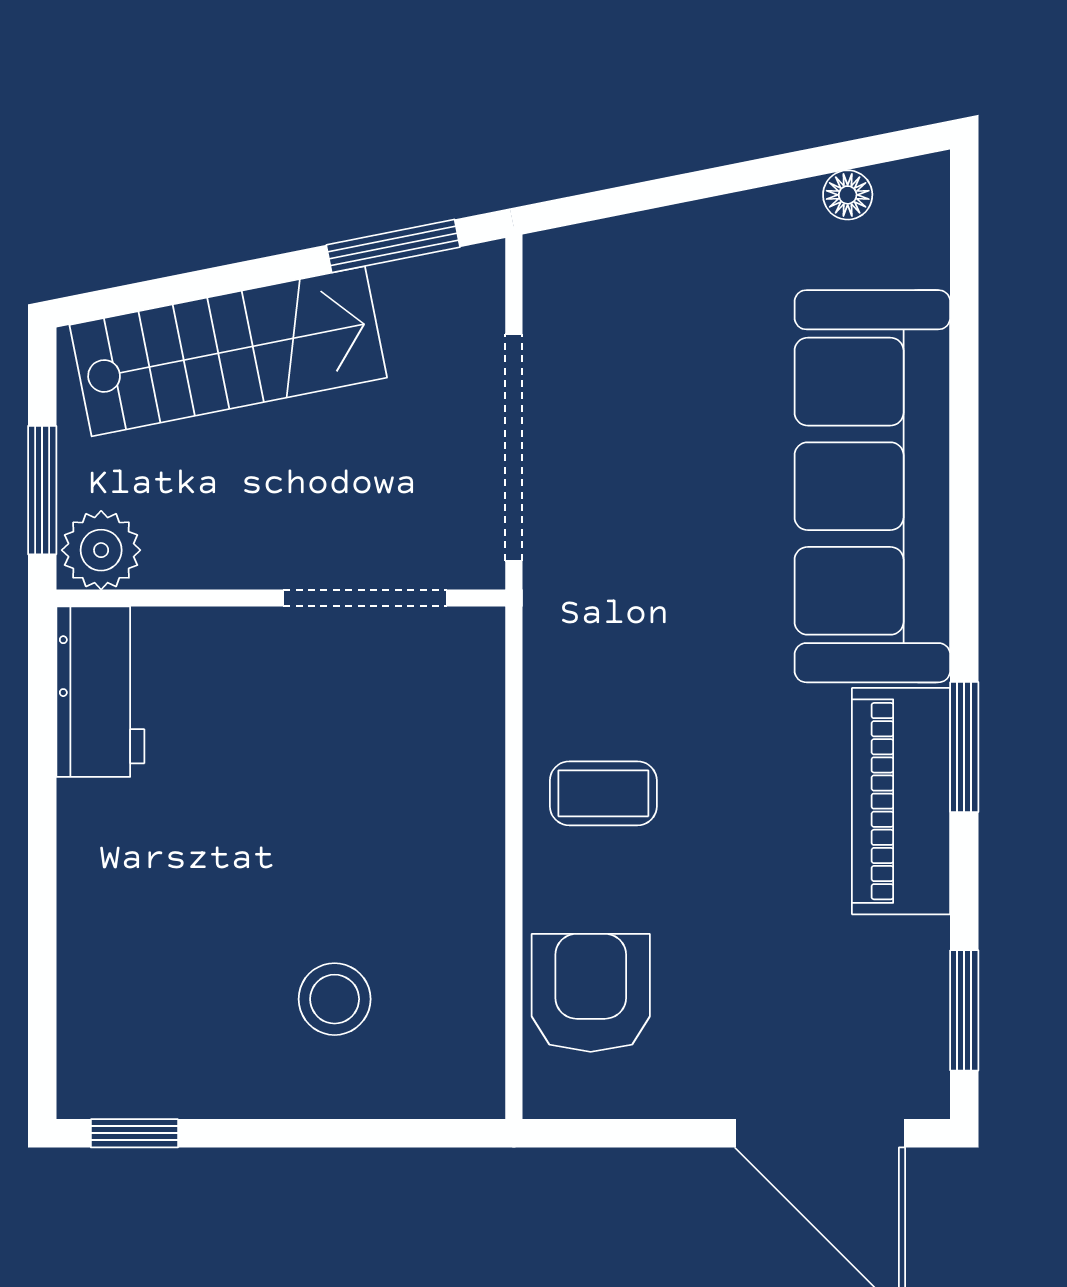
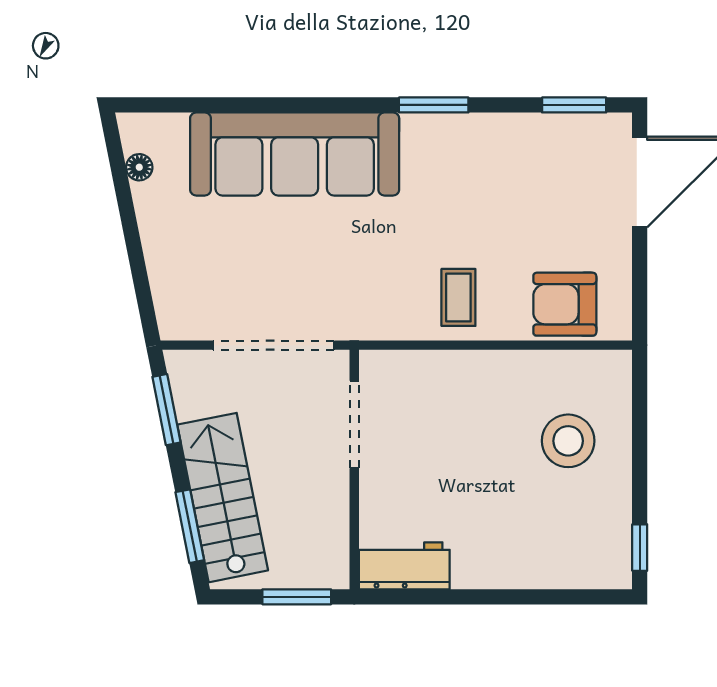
window: (174, 290) -> (190, 526), added
plant: (101, 550) -> (329, 565), removed
piano: (901, 801) -> (463, 139), removed
stool: (335, 999) -> (568, 441), width x1.38, depth x1.38

